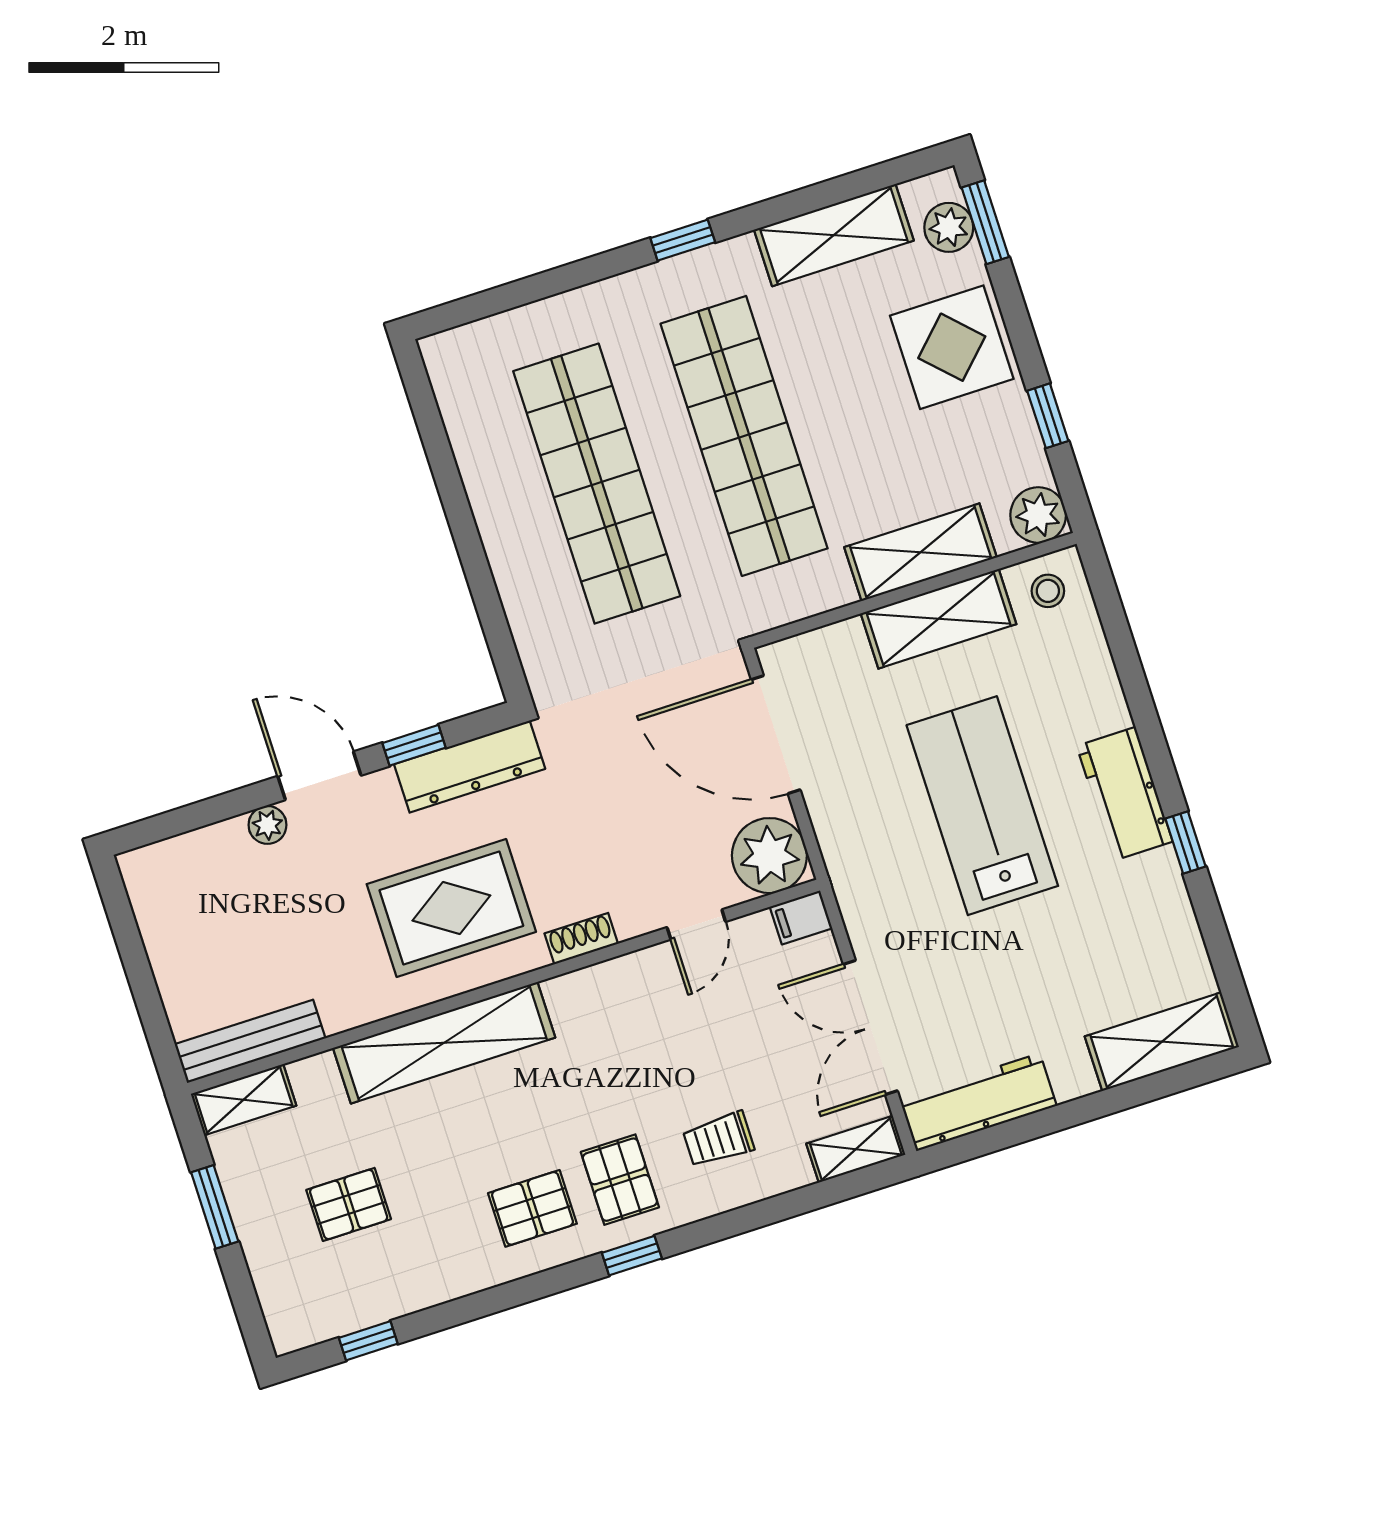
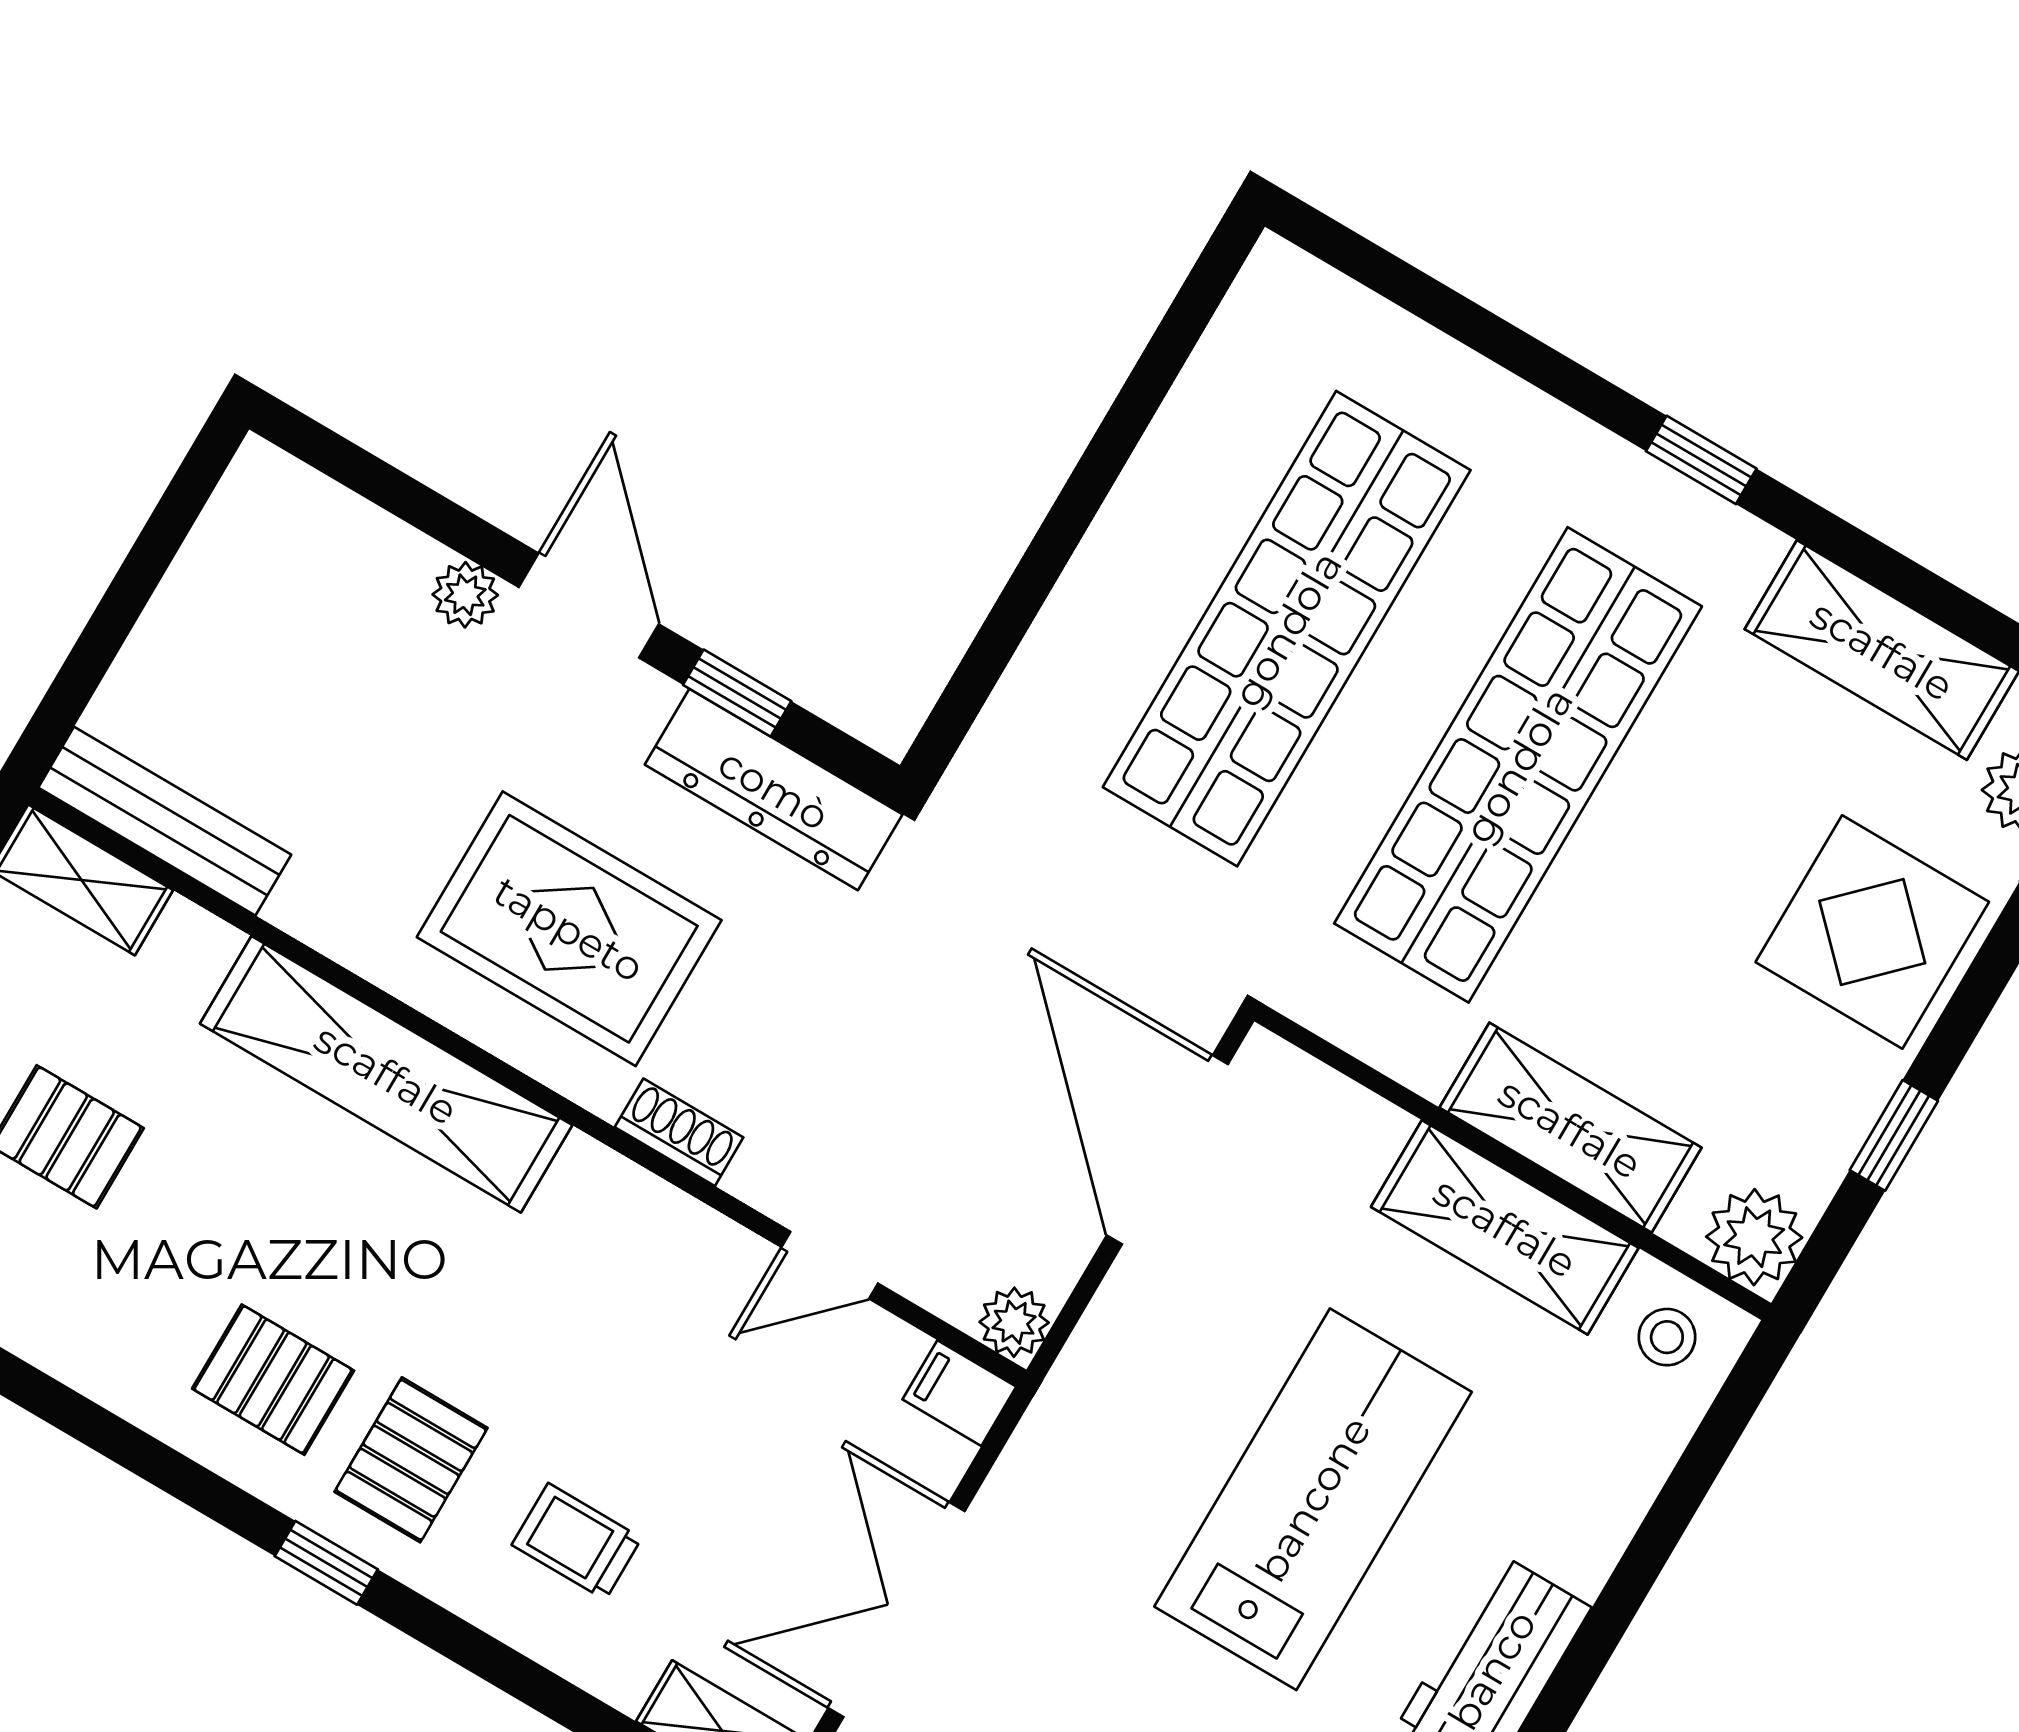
plant: (769, 856) -> (1014, 1322), width x0.53, depth x0.53

